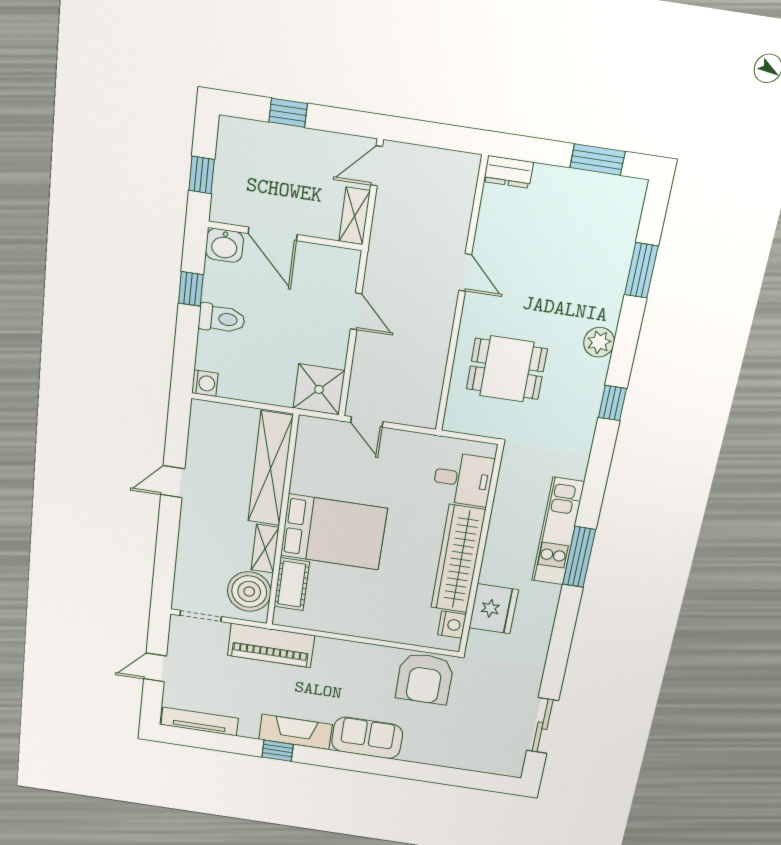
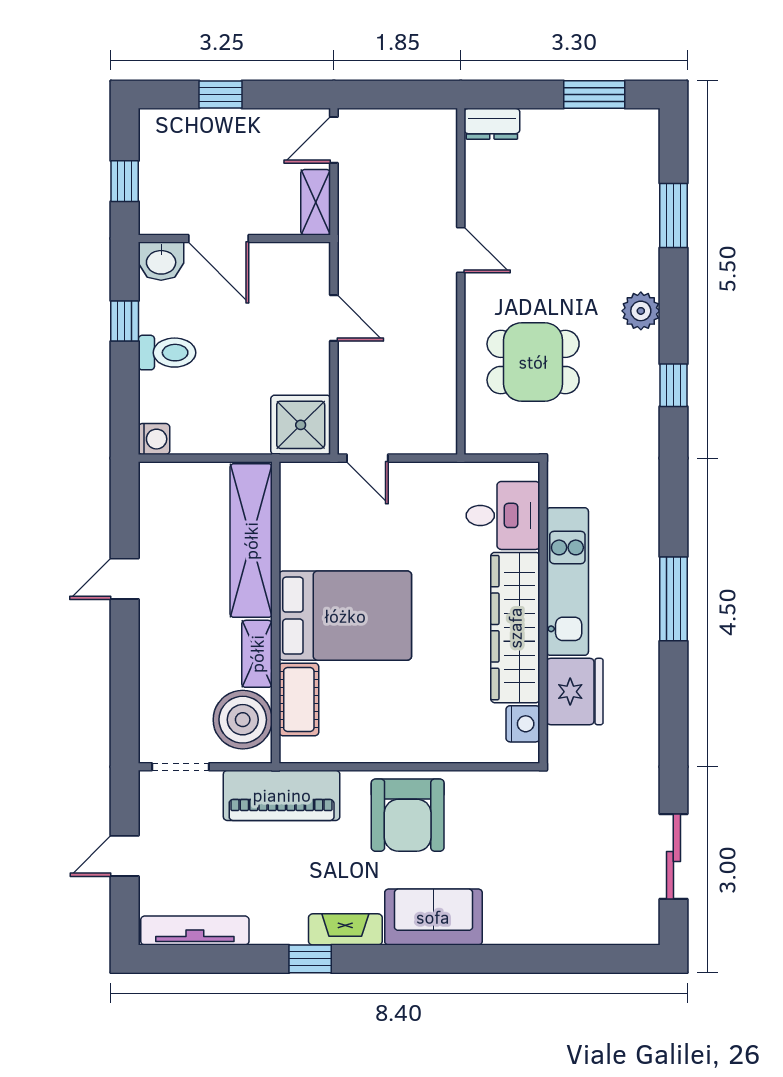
kitchen unit: (558, 531) -> (567, 582), moved, turned 180
armchair: (425, 679) -> (408, 815), moved
fireplace: (295, 732) -> (345, 929), width x0.73, depth x0.76

